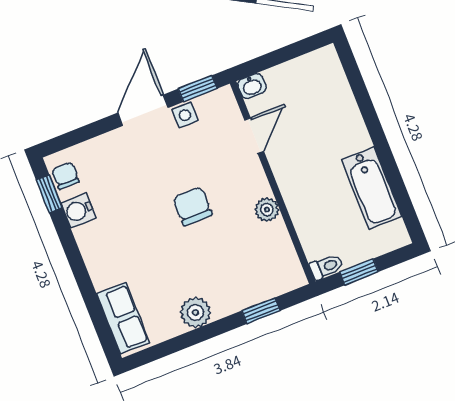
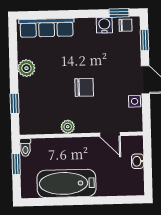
washbasin: (252, 86) -> (138, 161), moved
window: (198, 89) -> (144, 40), moved
bathtub: (372, 188) -> (66, 183), width x1.36, depth x1.36
row of seats: (123, 318) -> (47, 28), width x1.48

